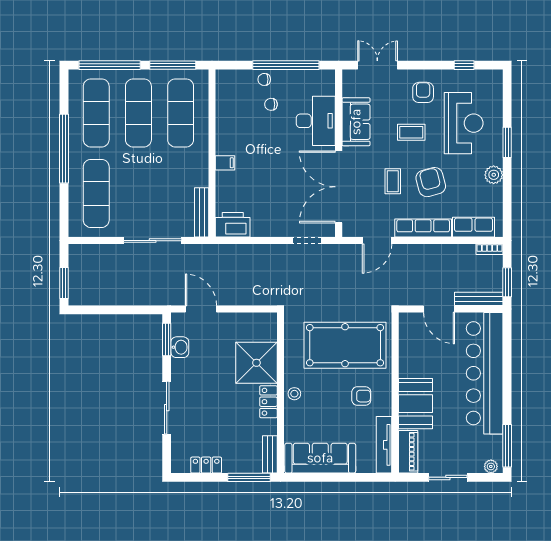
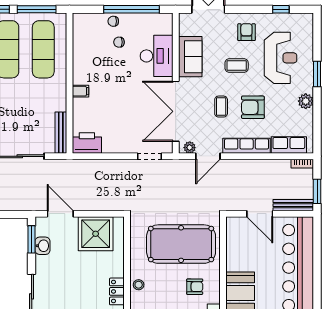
armchair: (431, 182) -> (253, 107), turned -75
plant: (355, 230) -> (190, 148), added
shower: (256, 363) -> (96, 234), moved

